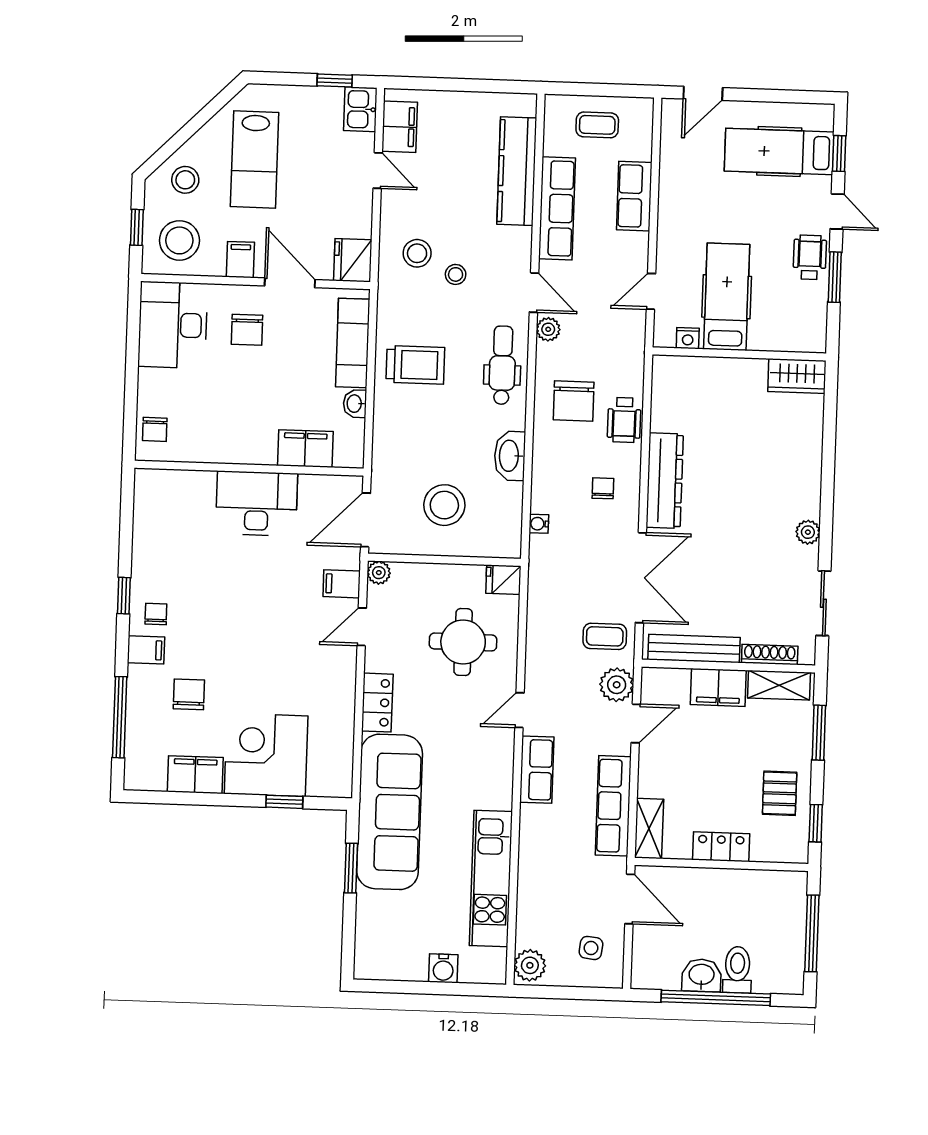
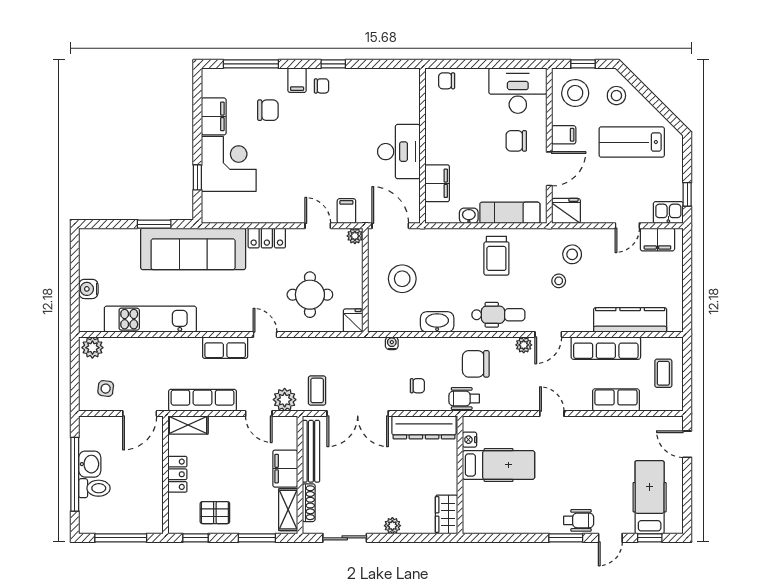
hospital bed: (727, 297) -> (499, 465), moved
nightstand: (688, 338) -> (470, 440), moved
wall: (739, 354) -> (460, 475), moved
wardrobe: (797, 376) -> (447, 514), moved

